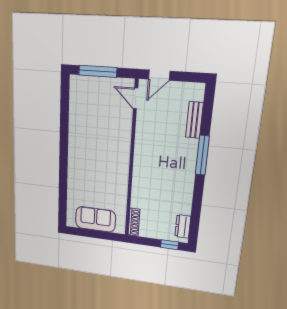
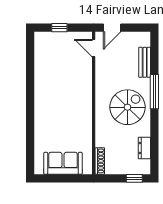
window: (98, 71) -> (59, 28), width x0.46
spiral stairs: (169, 169) -> (127, 107), added
dresser: (183, 226) -> (144, 148), moved

